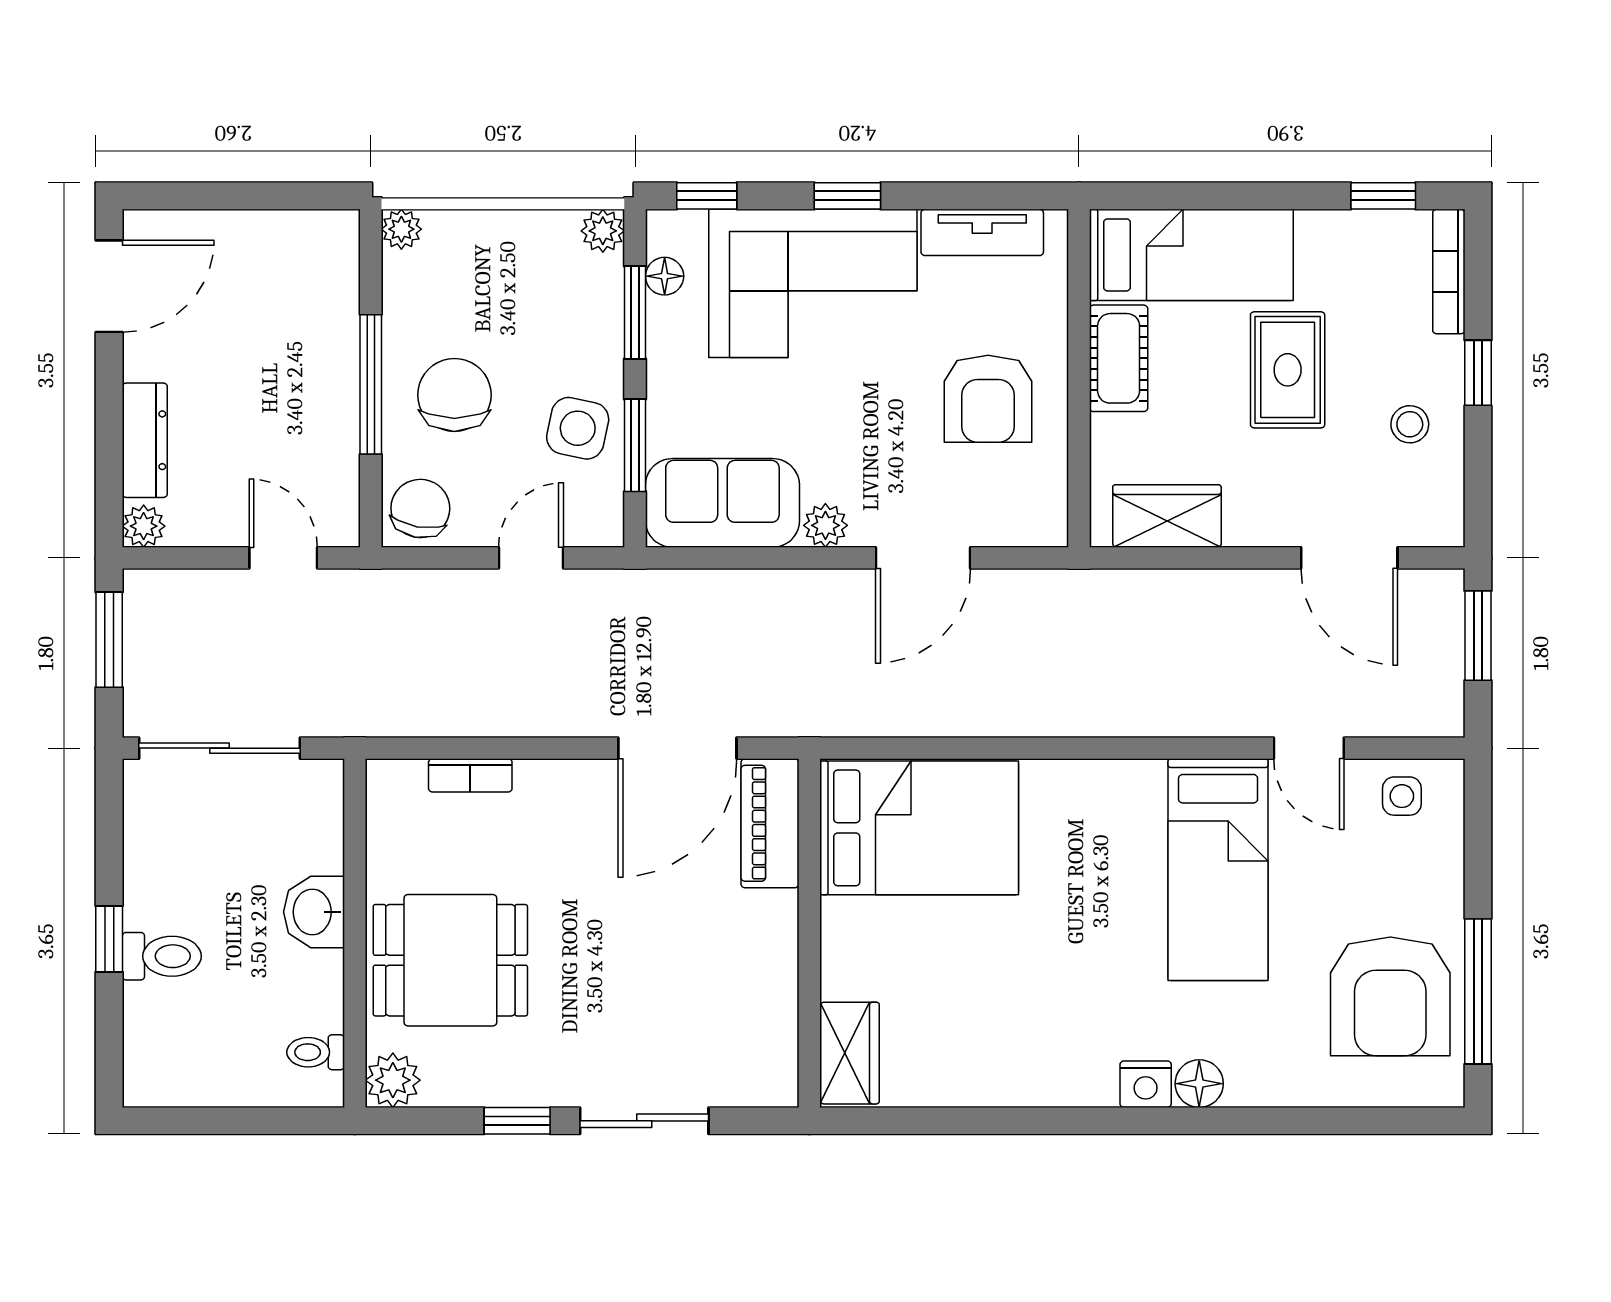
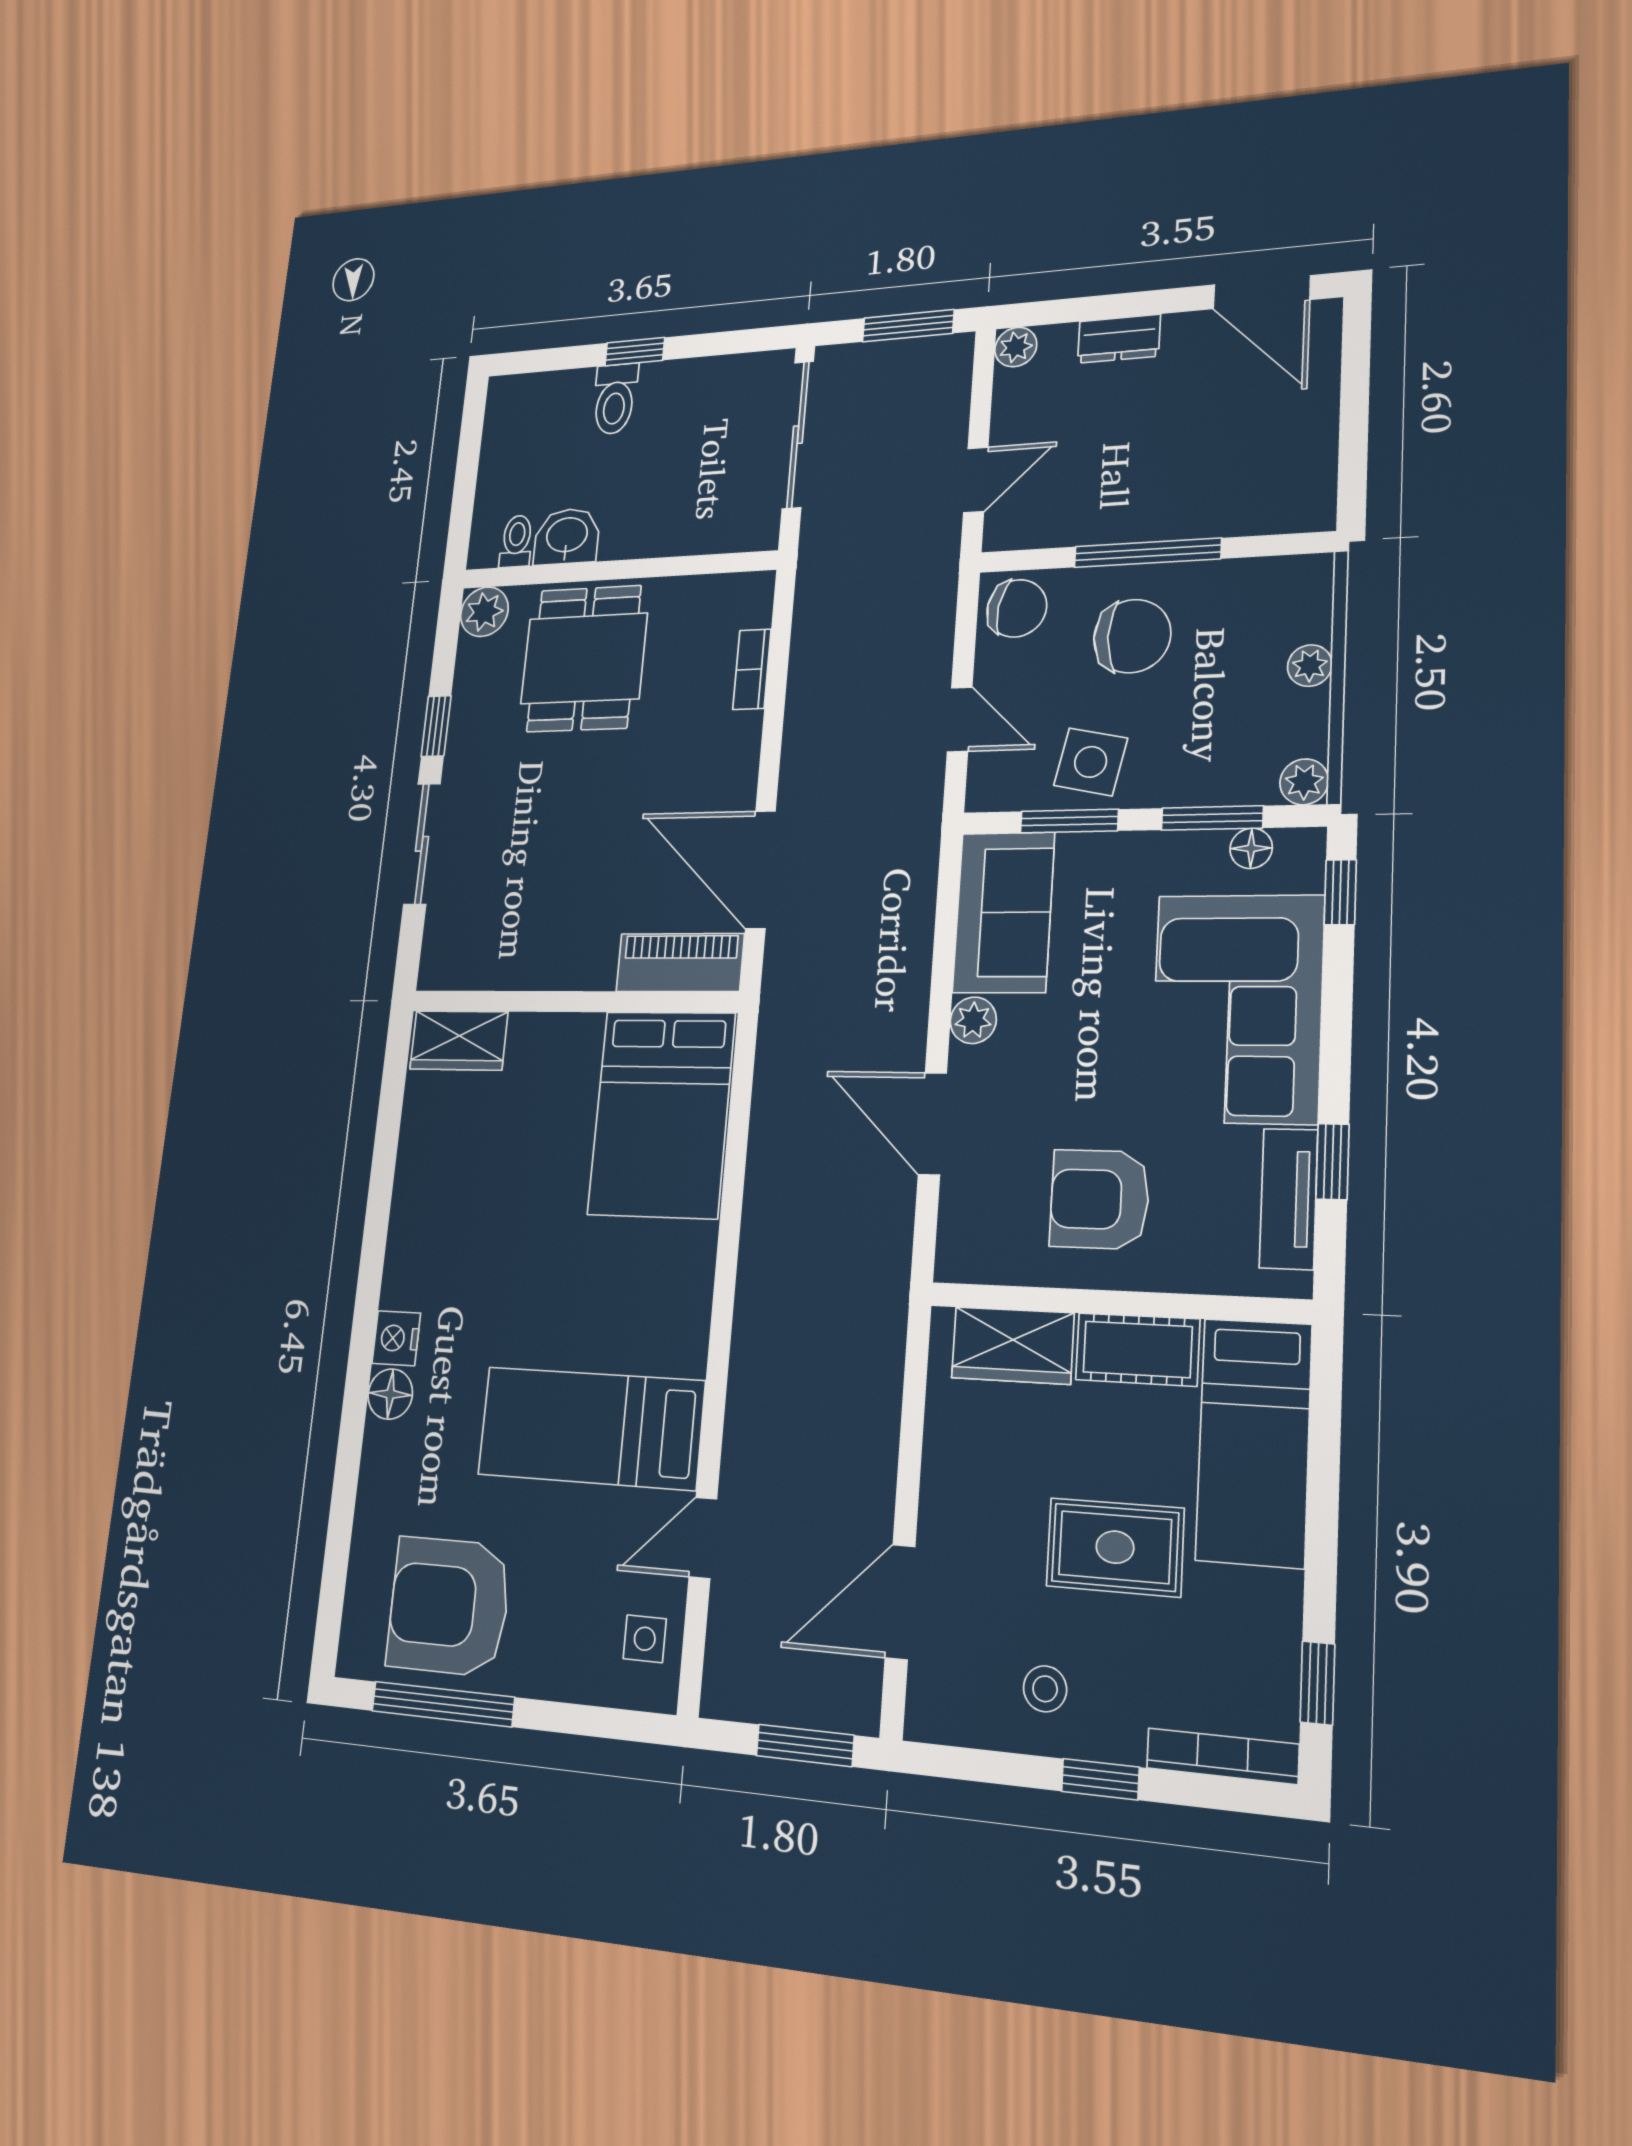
window: (847, 196) -> (1333, 1162), moved
plant: (401, 229) -> (1310, 666), moved
dresser: (145, 440) -> (1119, 339), width x0.70
wardrobe: (1167, 516) -> (1013, 1345), moved, turned 90
washbasin: (314, 912) -> (567, 536), moved

